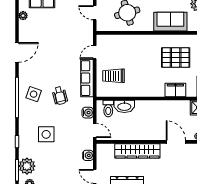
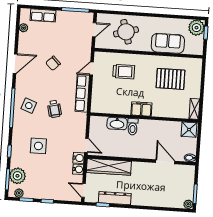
door: (95, 13) -> (94, 30), swing flipped
chair: (55, 50) -> (53, 63), added
trolley: (113, 76) -> (124, 72), moved, turned 180
filing cabinet: (175, 90) -> (141, 109), moved
toilet: (108, 109) -> (133, 127), moved
water cooler: (88, 113) -> (79, 158), moved
wardrobe: (137, 151) -> (109, 167), moved

